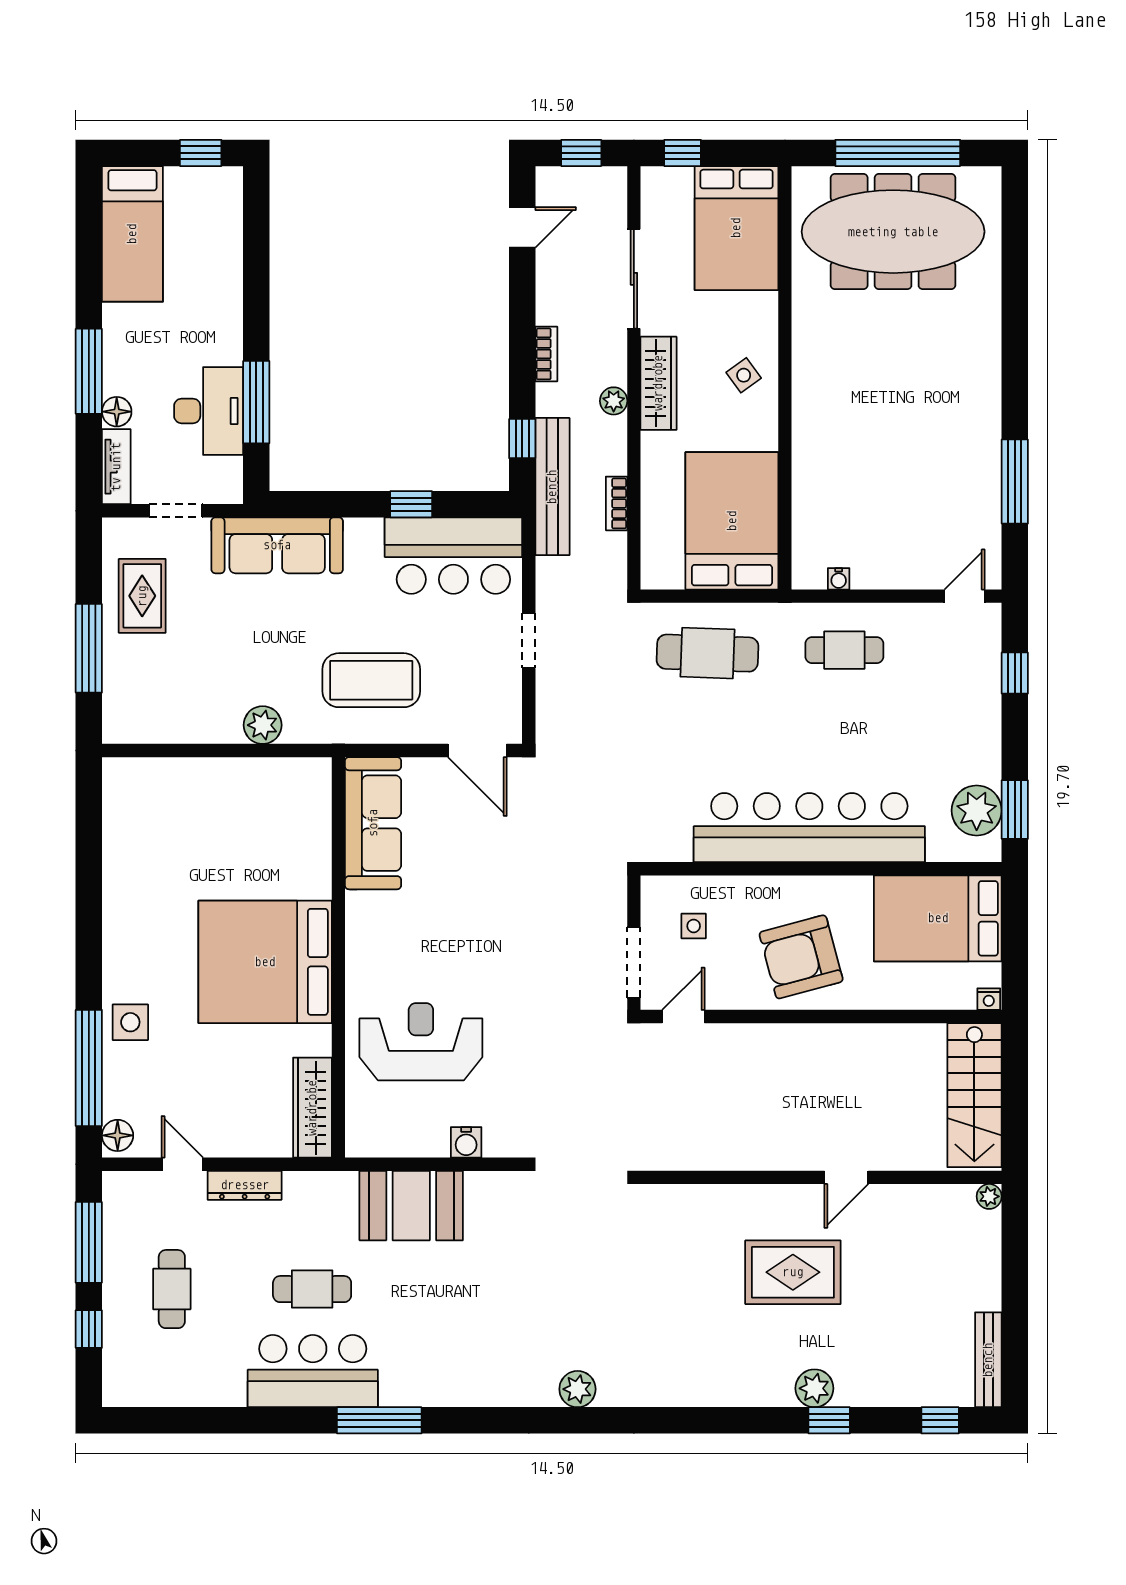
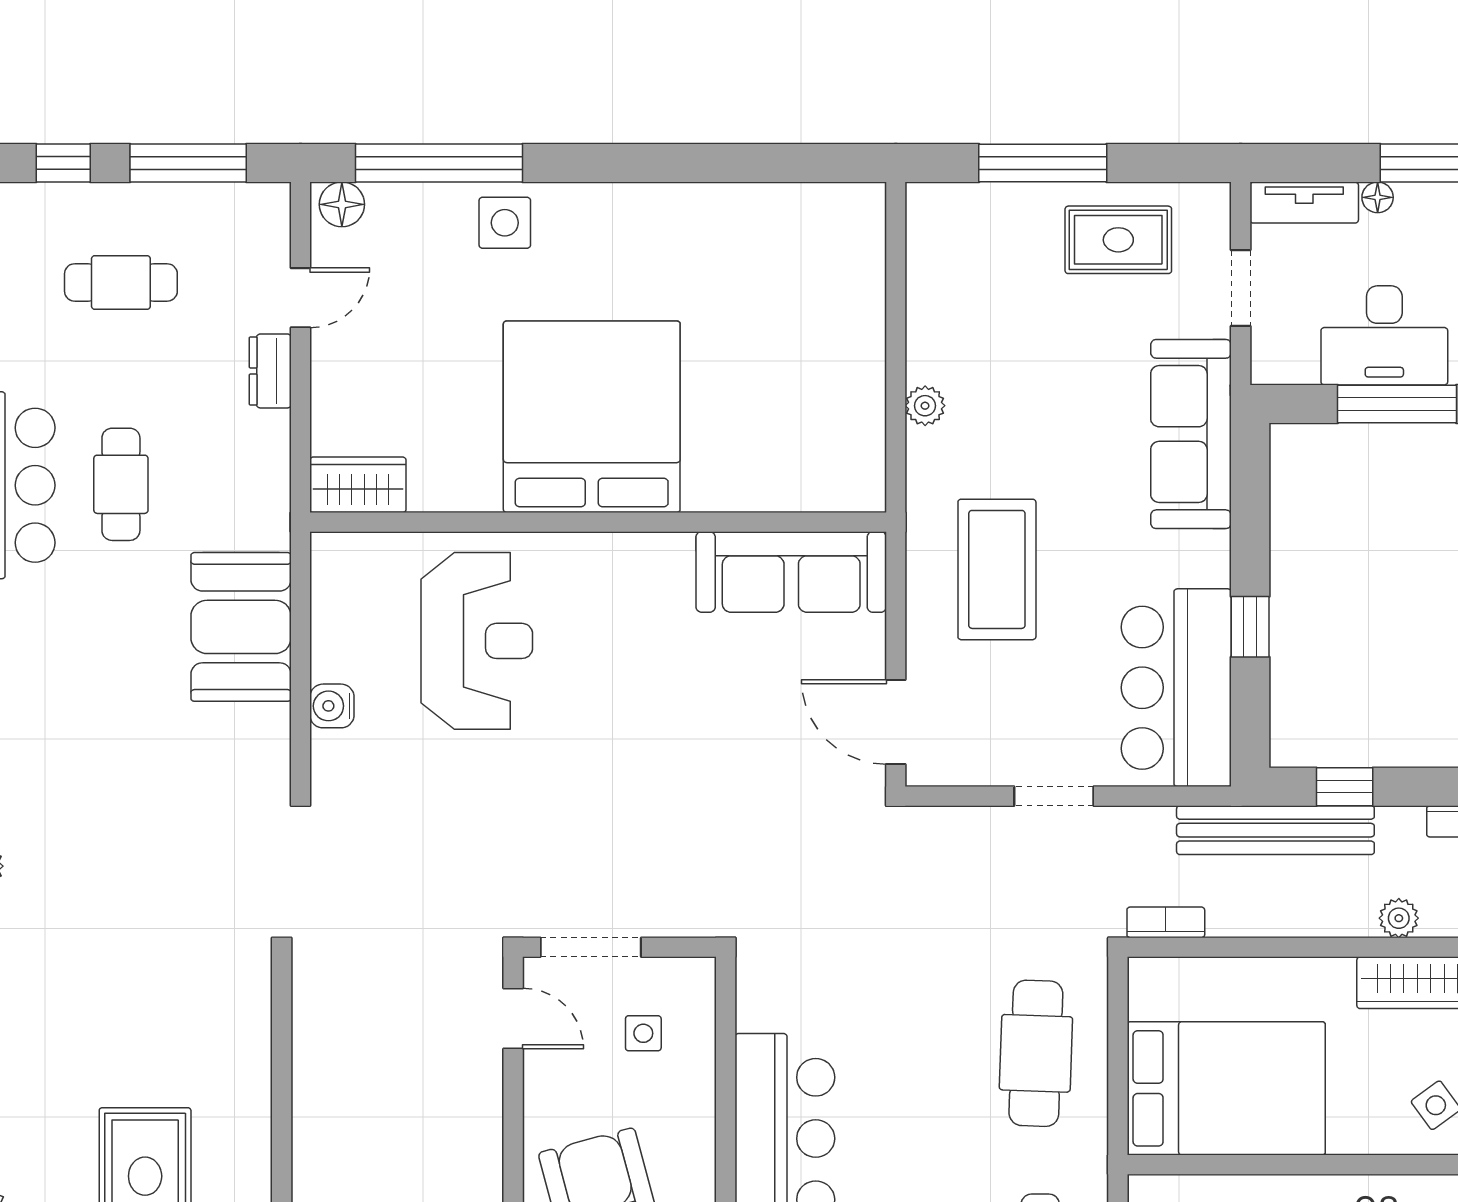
floor lamp: (117, 412) -> (1378, 197), width x0.73, depth x0.73
bookcase: (617, 503) -> (1166, 922), moved
plant: (263, 725) -> (925, 406), width x0.73, depth x0.73
door: (477, 751) -> (896, 722), hinge flipped
wardrobe: (312, 1108) -> (358, 485), width x0.67
dresser: (245, 1185) -> (270, 371), width x0.70

